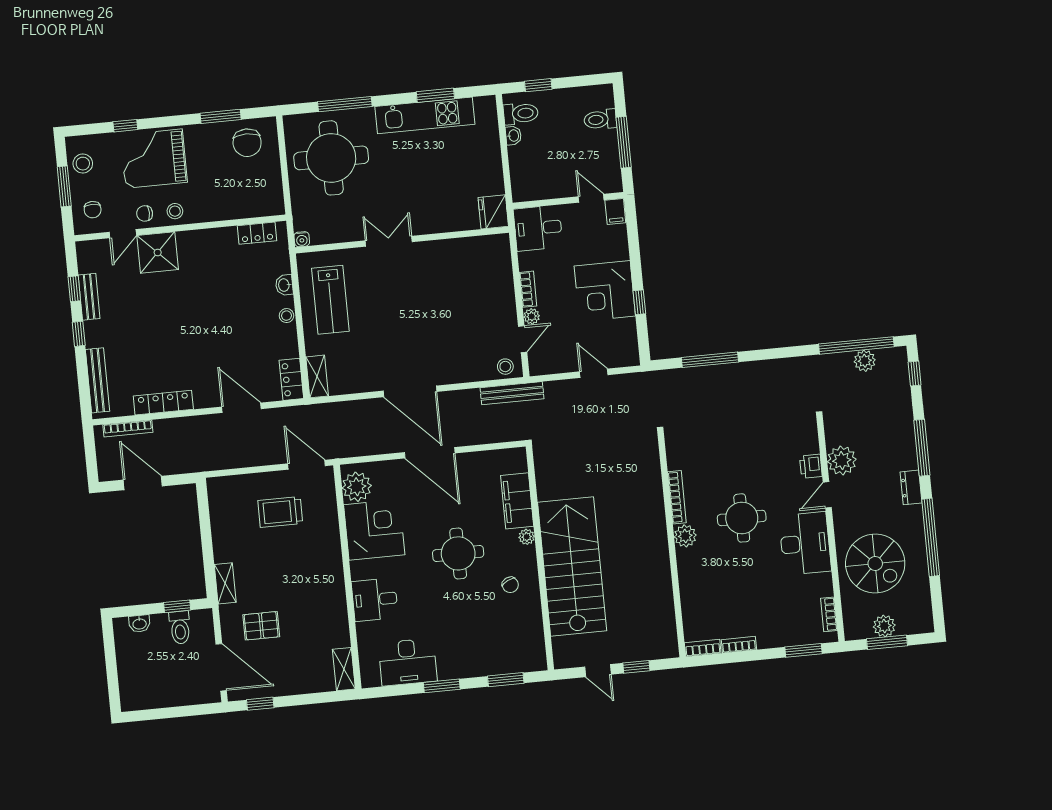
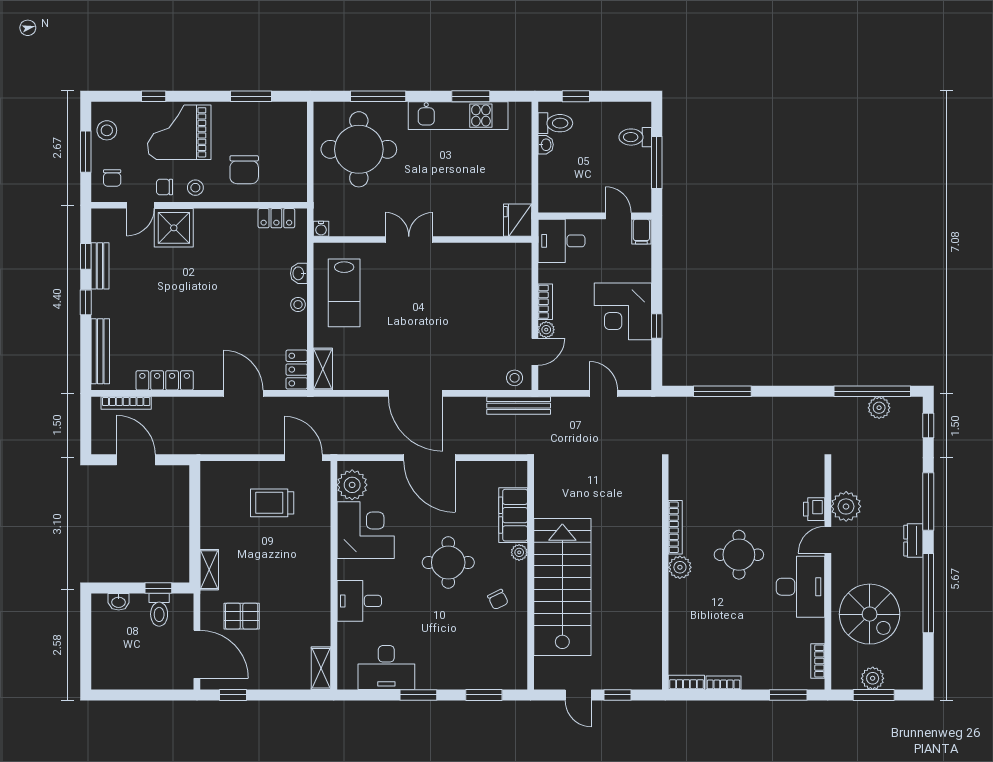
chair: (247, 143) -> (244, 170), moved

